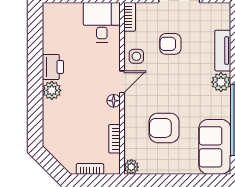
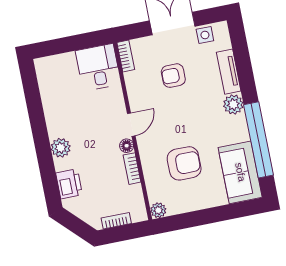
side table: (136, 56) -> (205, 35), moved
printer: (53, 67) -> (69, 184), moved
armchair: (164, 128) -> (184, 163), turned 180
bookcase: (114, 139) -> (132, 169), moved

